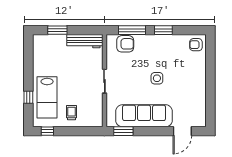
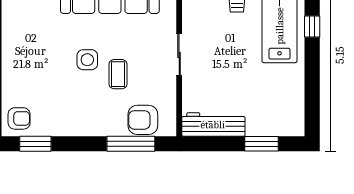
window: (163, 30) -> (35, 144), moved
coffee table: (139, 70) -> (118, 74), added

